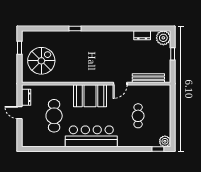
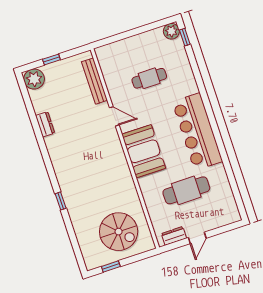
dresser: (142, 35) -> (45, 124), moved
spiral stairs: (41, 61) -> (119, 232), turned 180

